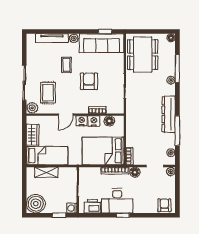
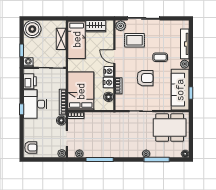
dresser: (169, 114) -> (115, 151), removed

